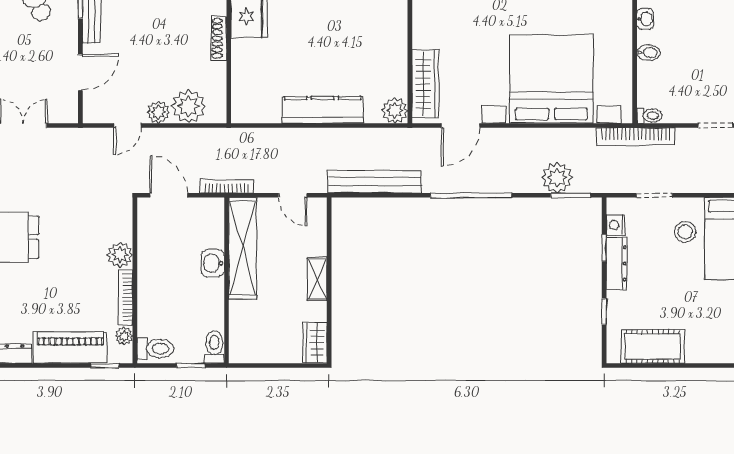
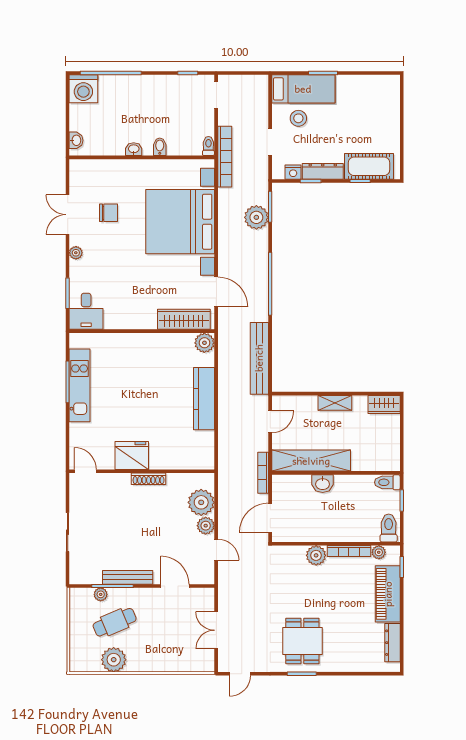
cot: (653, 347) -> (369, 166), moved, turned 90

